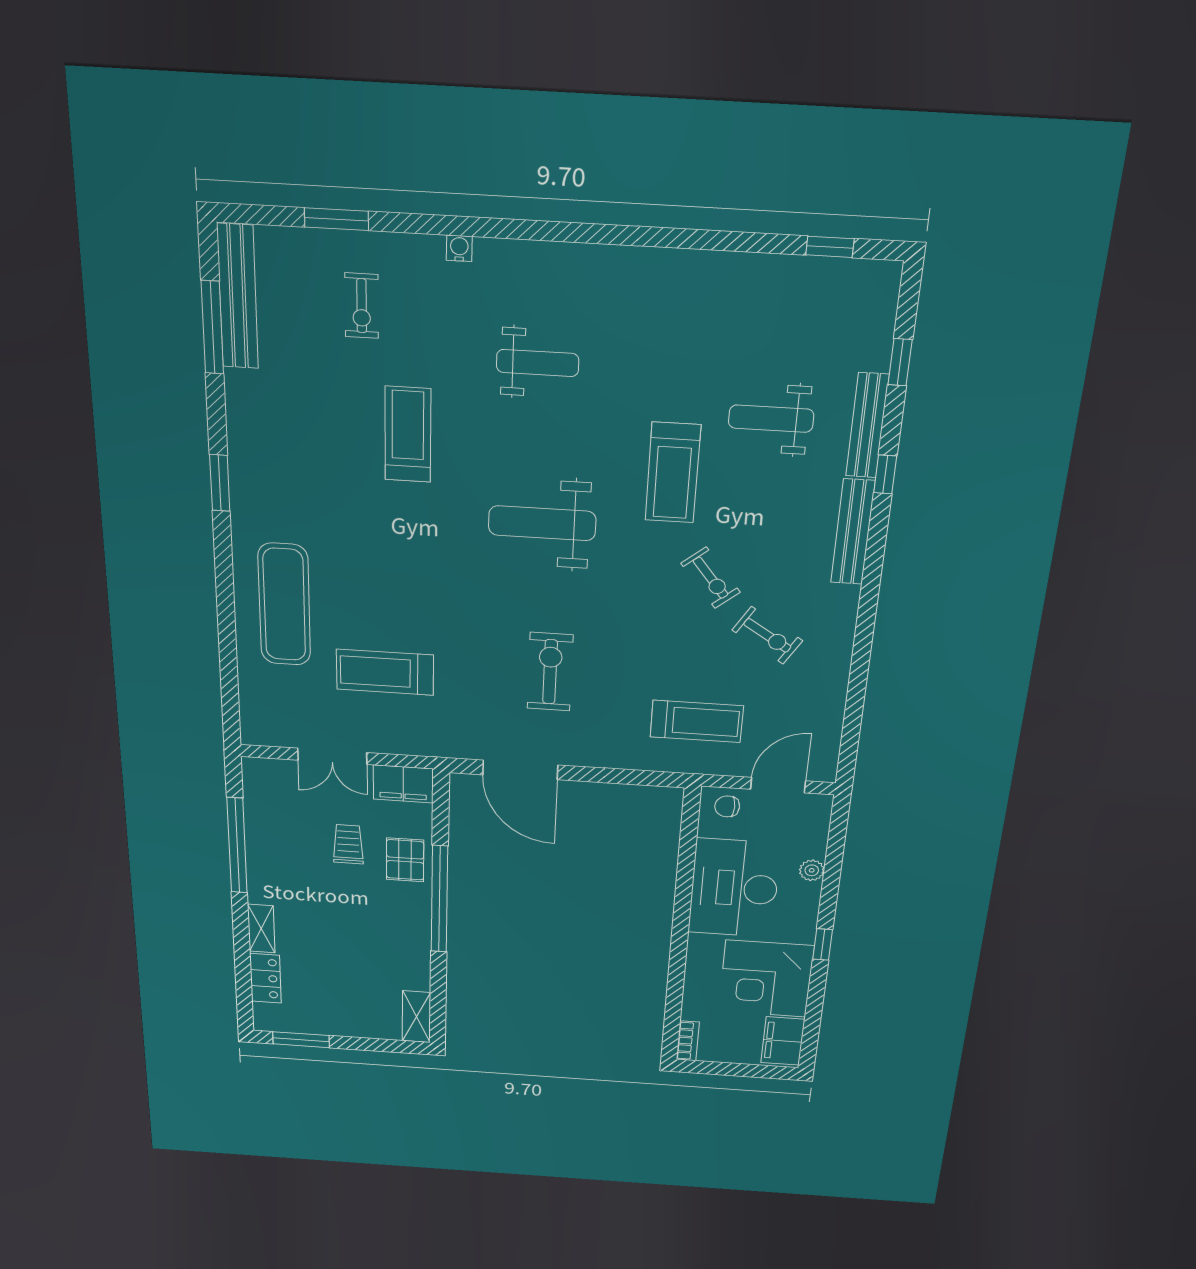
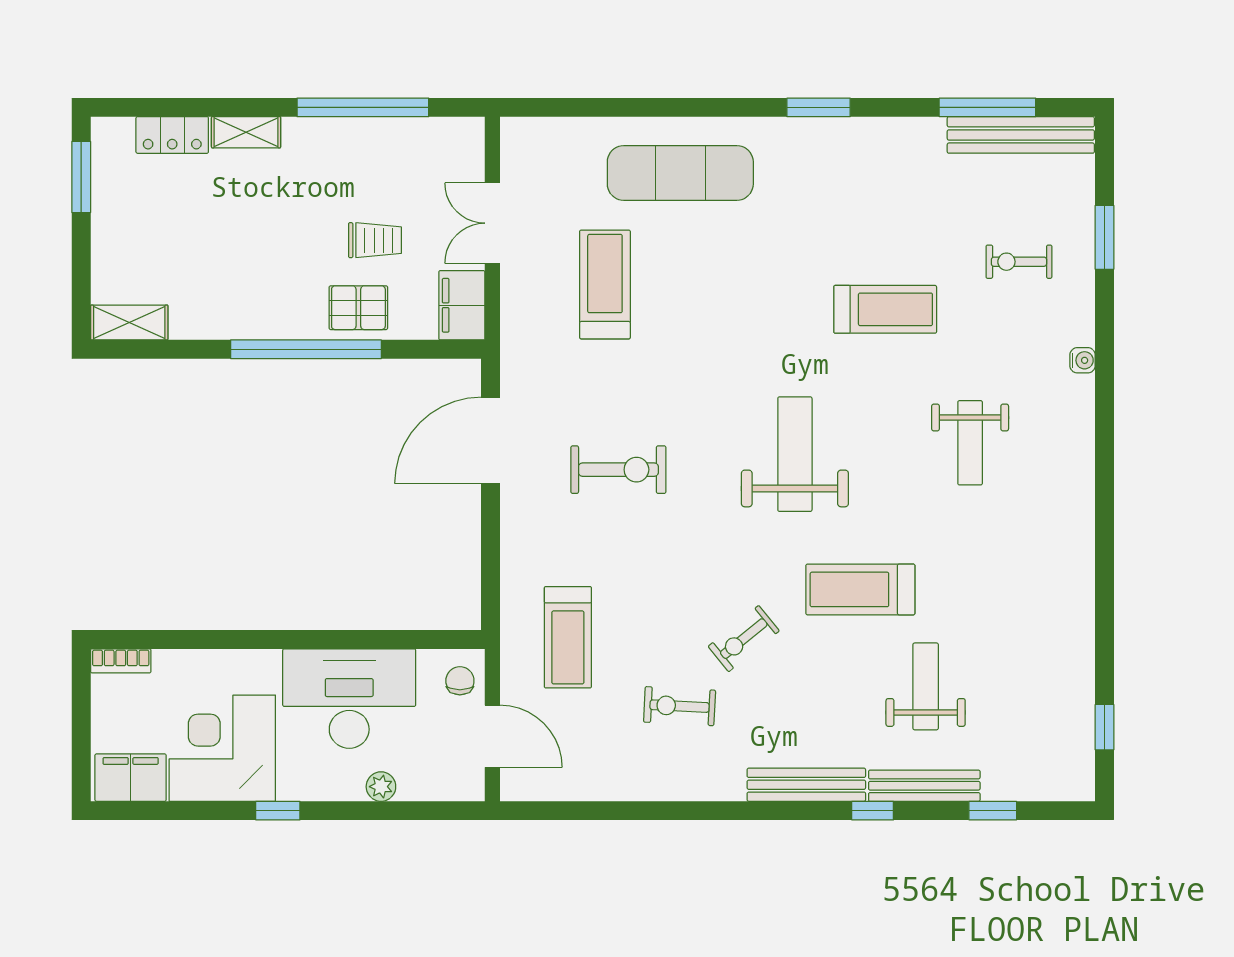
exercise bike: (767, 635) -> (680, 706), turned 61

